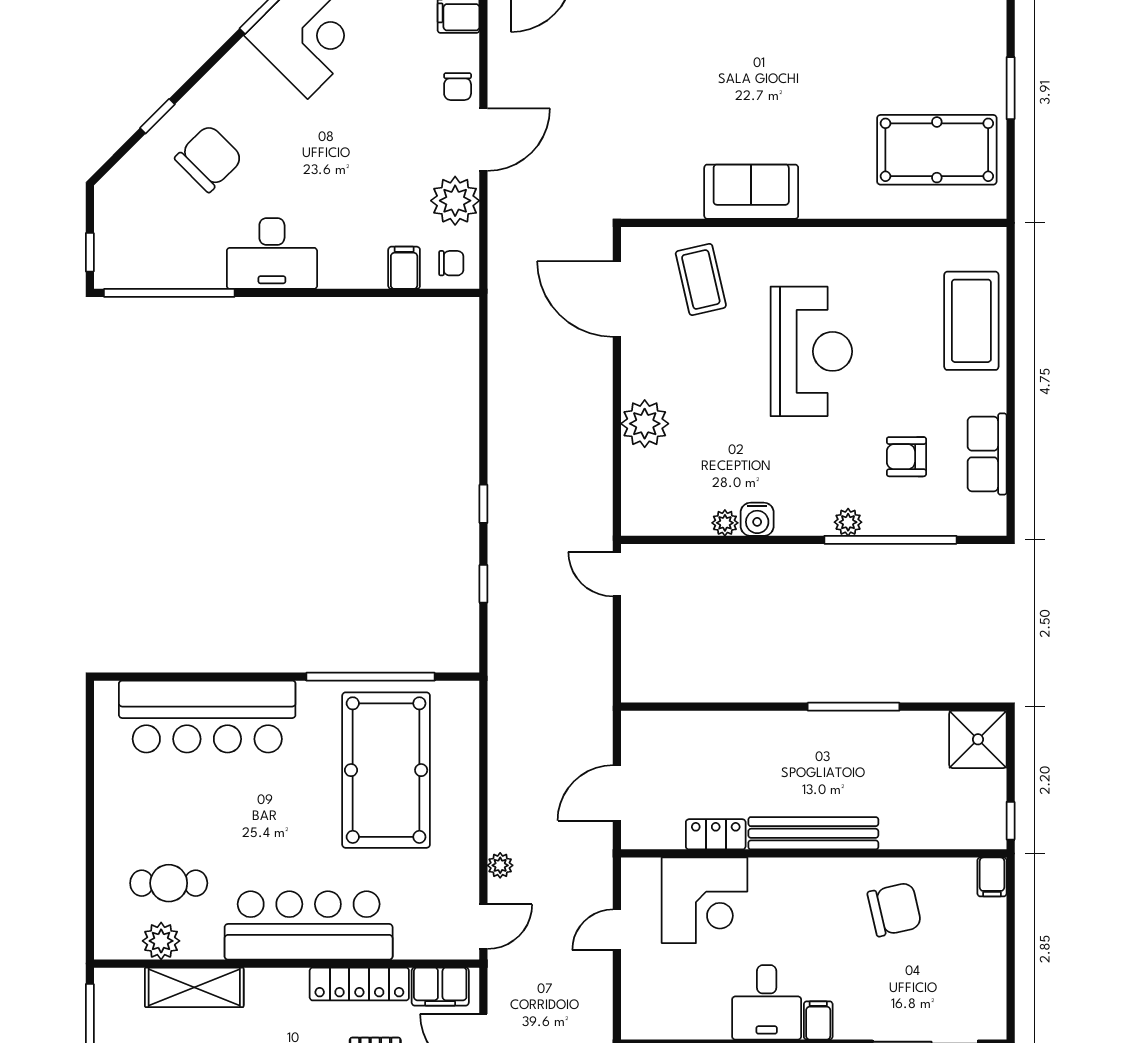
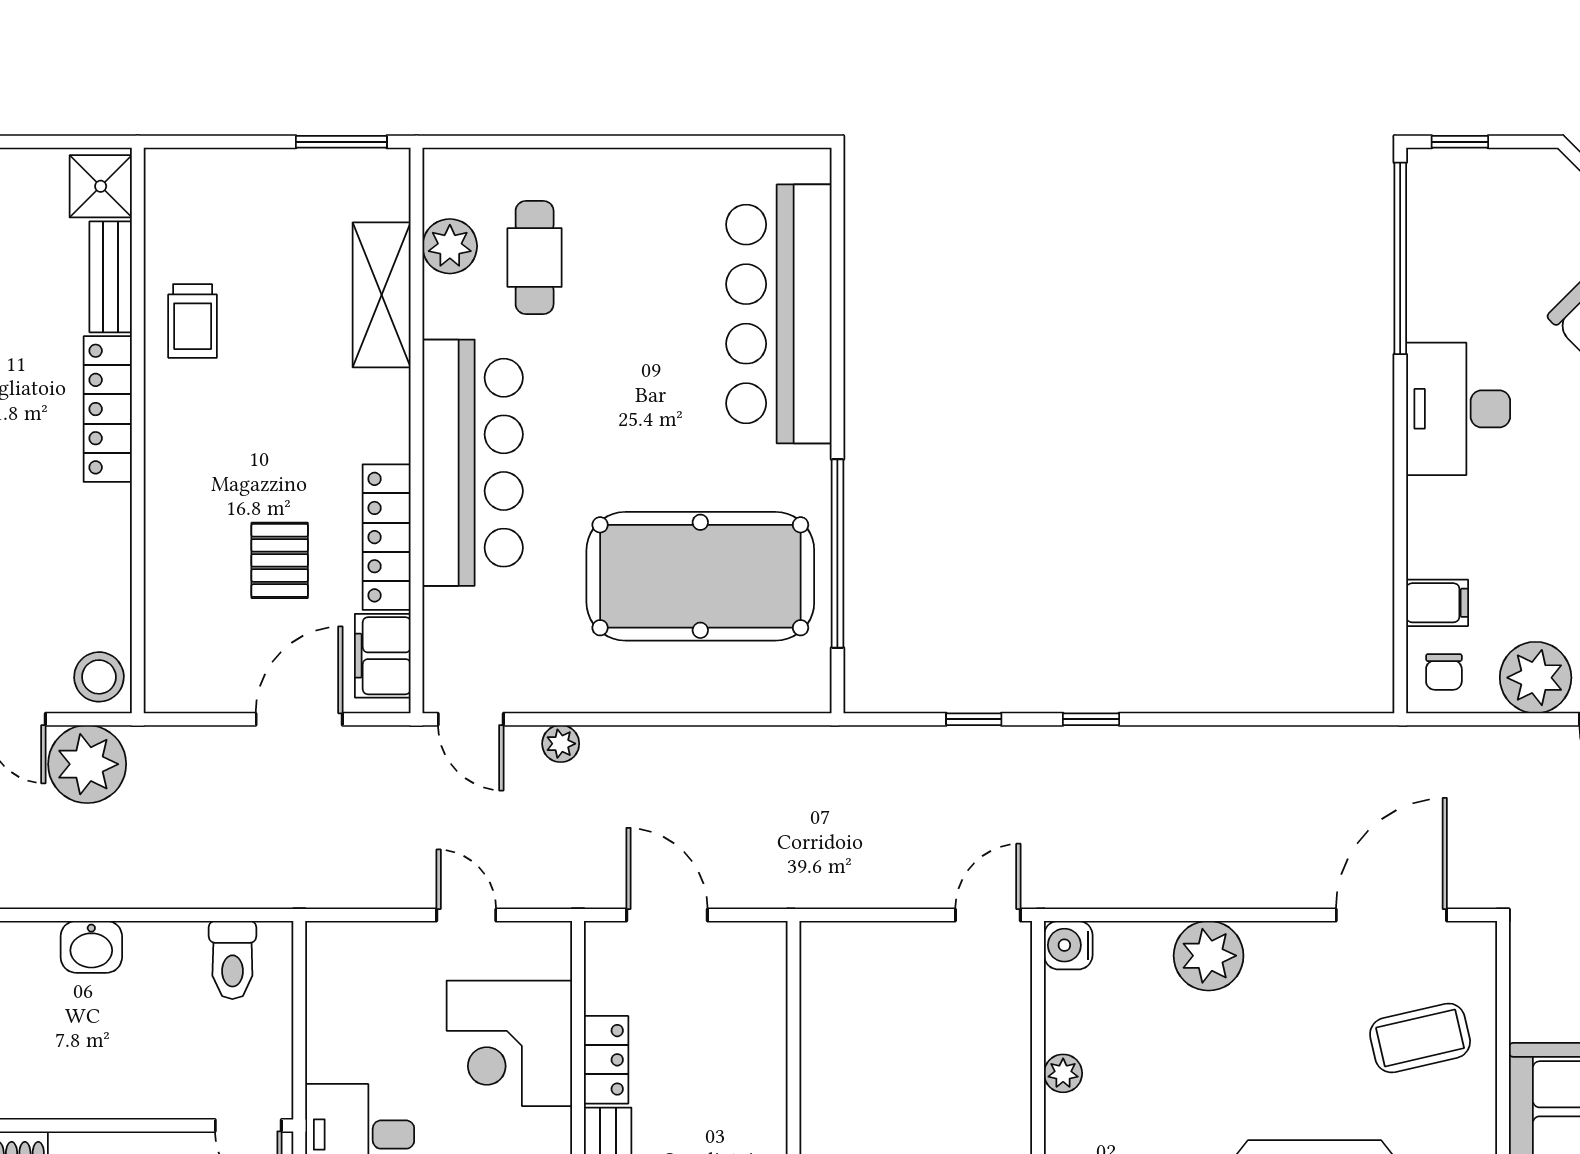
water cooler: (757, 519) -> (1068, 945), moved

